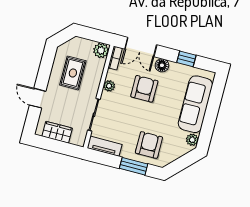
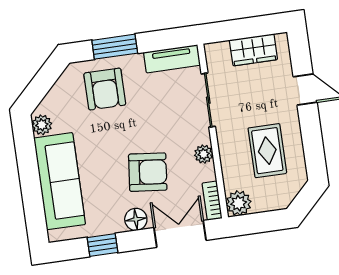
armchair: (144, 89) -> (148, 172), turned -84

